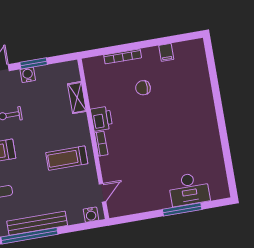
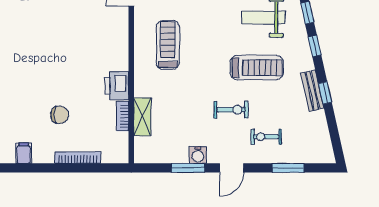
bookcase: (101, 144) -> (123, 116), moved
treadmill: (67, 158) -> (168, 45), turned -90

